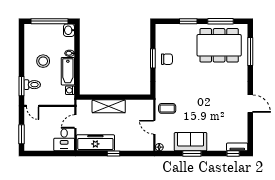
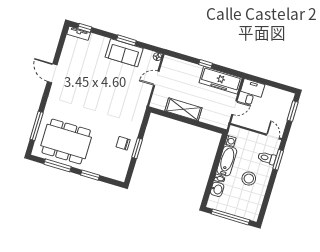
washbasin: (69, 30) -> (217, 189), moved
shelving: (109, 106) -> (183, 109), moved
coffee table: (167, 108) -> (138, 93), removed
door: (154, 127) -> (156, 78), swing flipped

